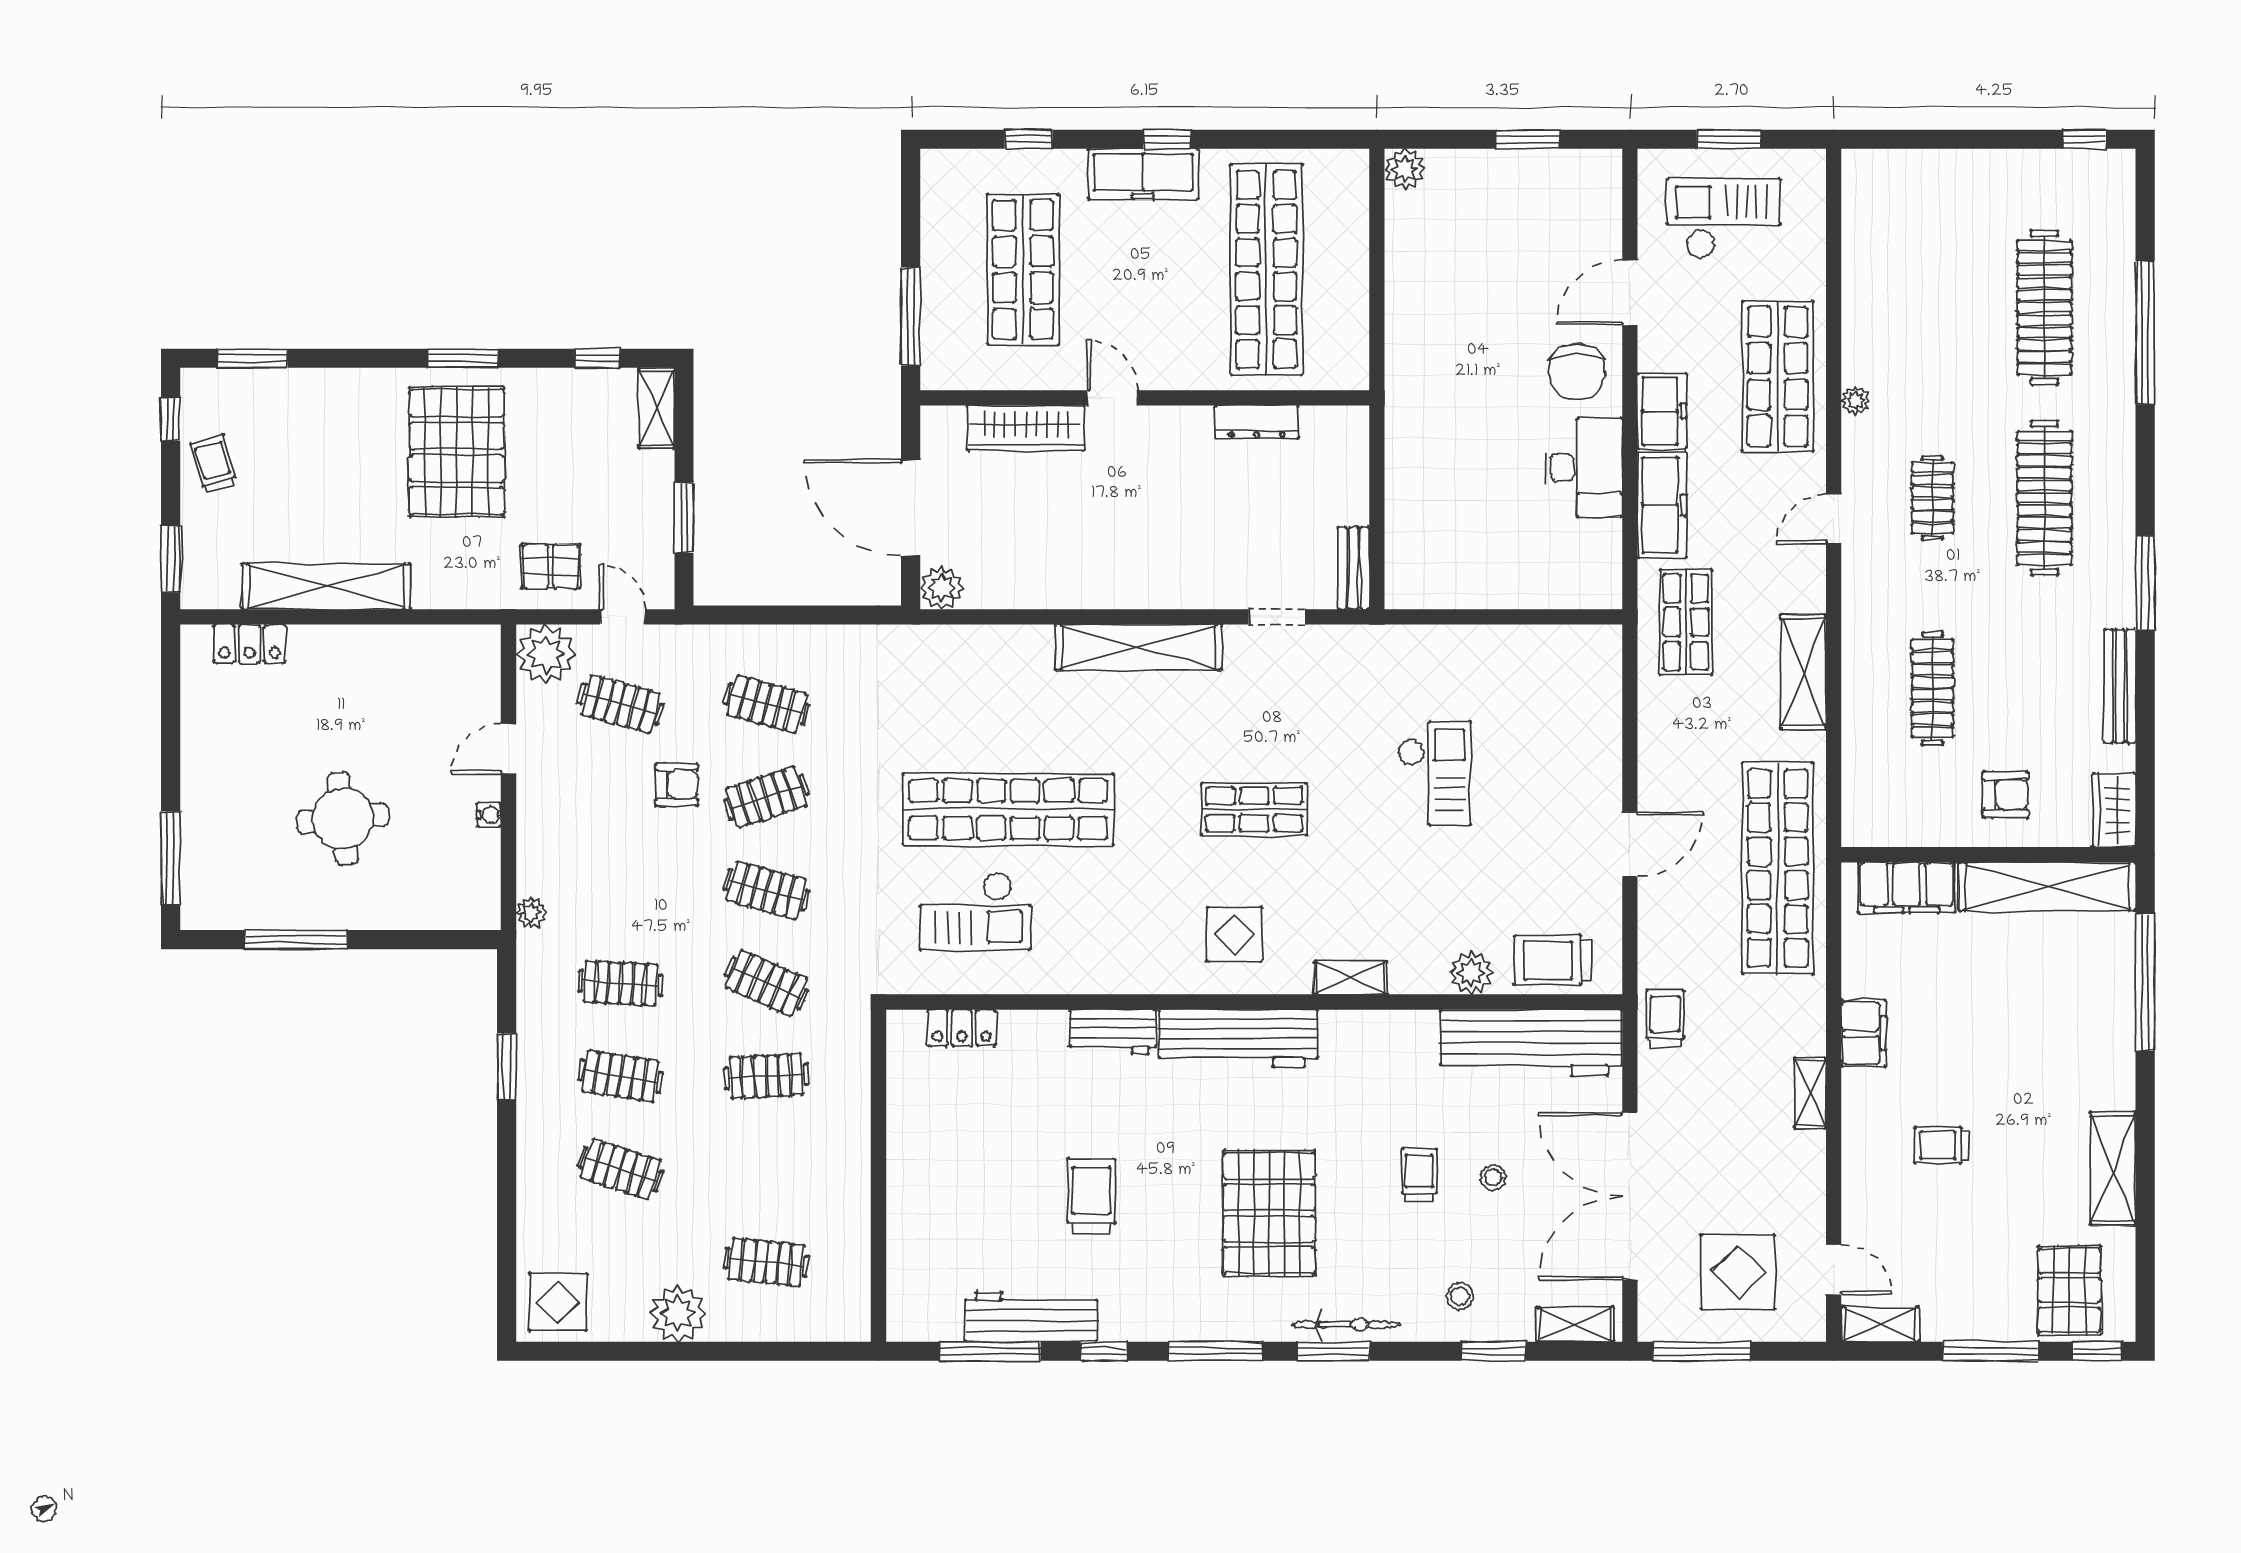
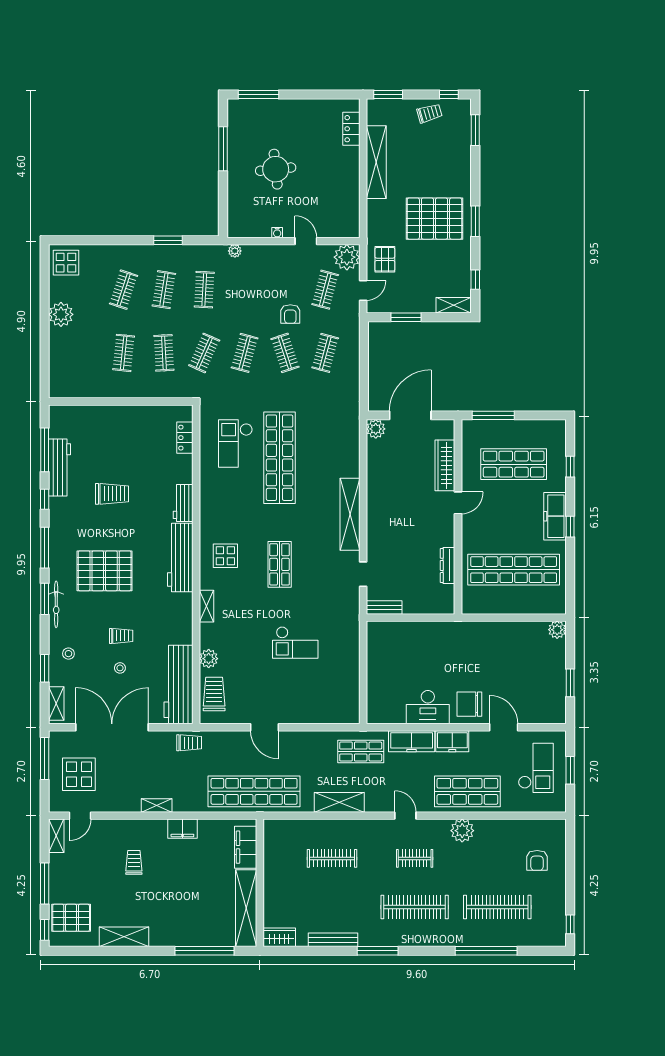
plant: (1856, 401) -> (462, 831), width x1.87, depth x1.87
armchair: (2005, 794) -> (537, 860), moved
clothes rail: (766, 1262) -> (124, 353), moved

